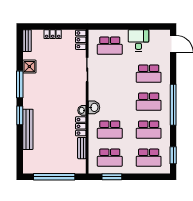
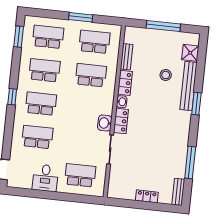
locker: (81, 40) -> (121, 121), moved
shower: (29, 67) -> (190, 53), moved
window: (20, 84) -> (190, 163), moved
window: (173, 105) -> (12, 97), width x0.32
washbasin: (94, 107) -> (105, 123), moved
stool: (48, 136) -> (166, 75), added
window: (54, 177) -> (163, 26), width x0.68
window: (112, 177) -> (81, 17), moved

